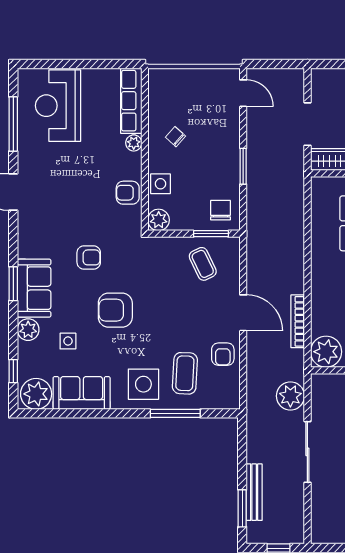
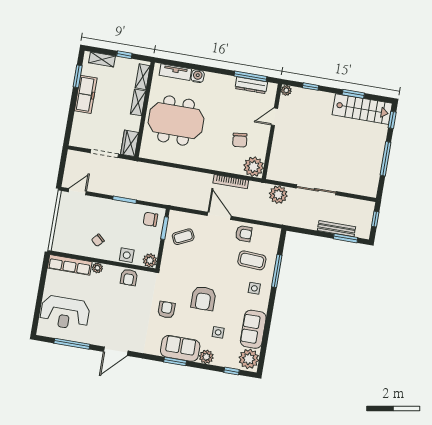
door: (243, 313) -> (219, 216), hinge flipped
side table: (143, 384) -> (254, 288), width x0.54, depth x0.54

